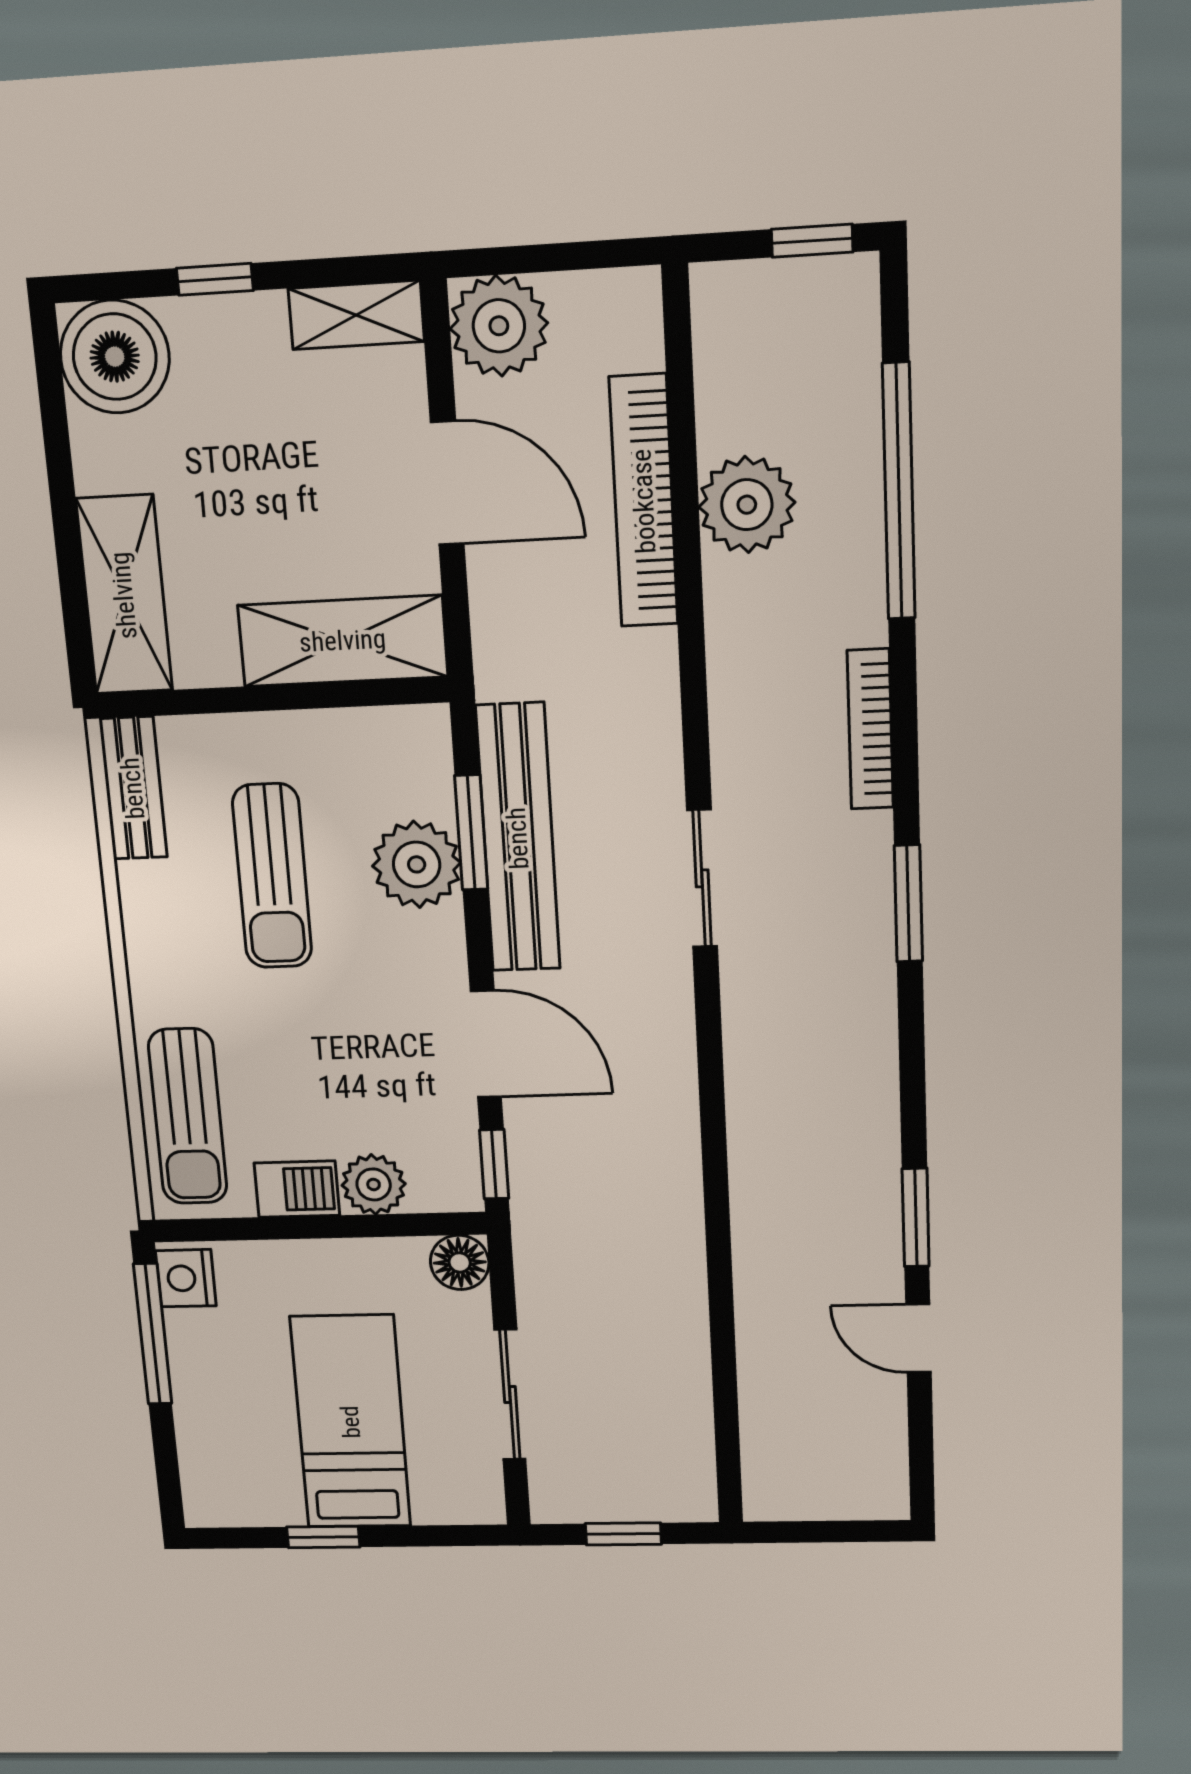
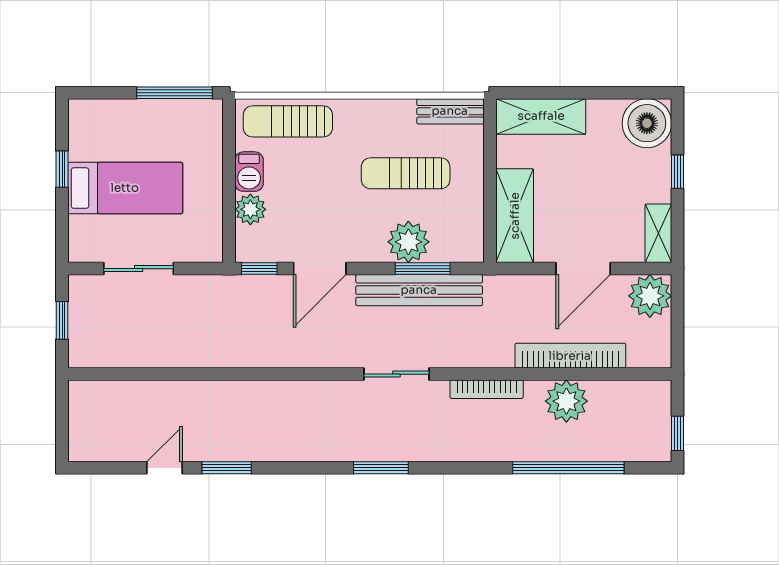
bookcase: (870, 729) -> (487, 389), moved, turned 180
floor lamp: (460, 1262) -> (209, 248), removed
nightstand: (186, 1278) -> (204, 112), removed

